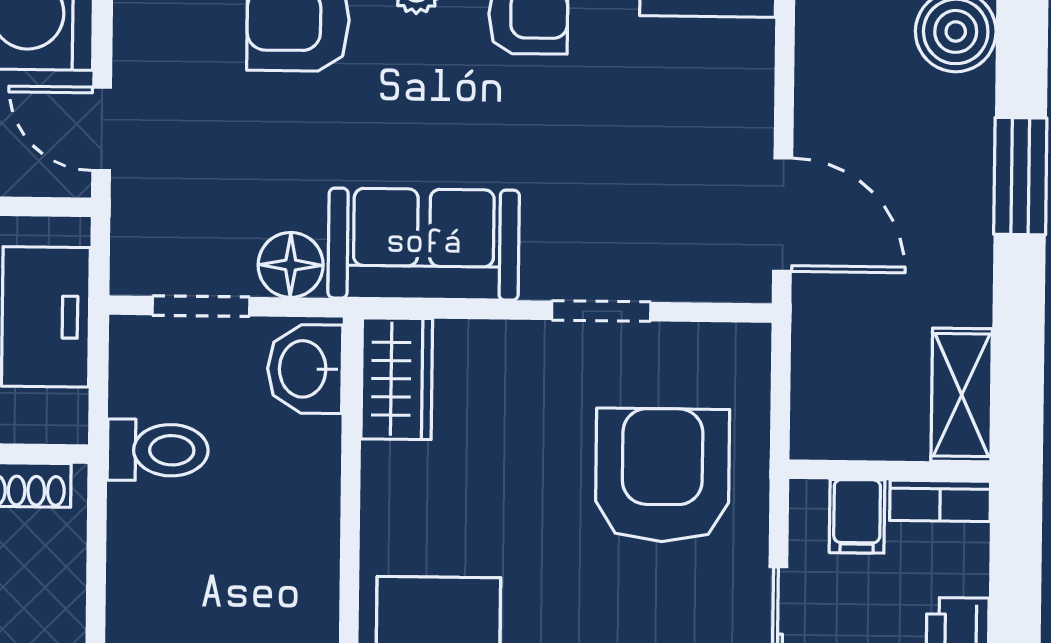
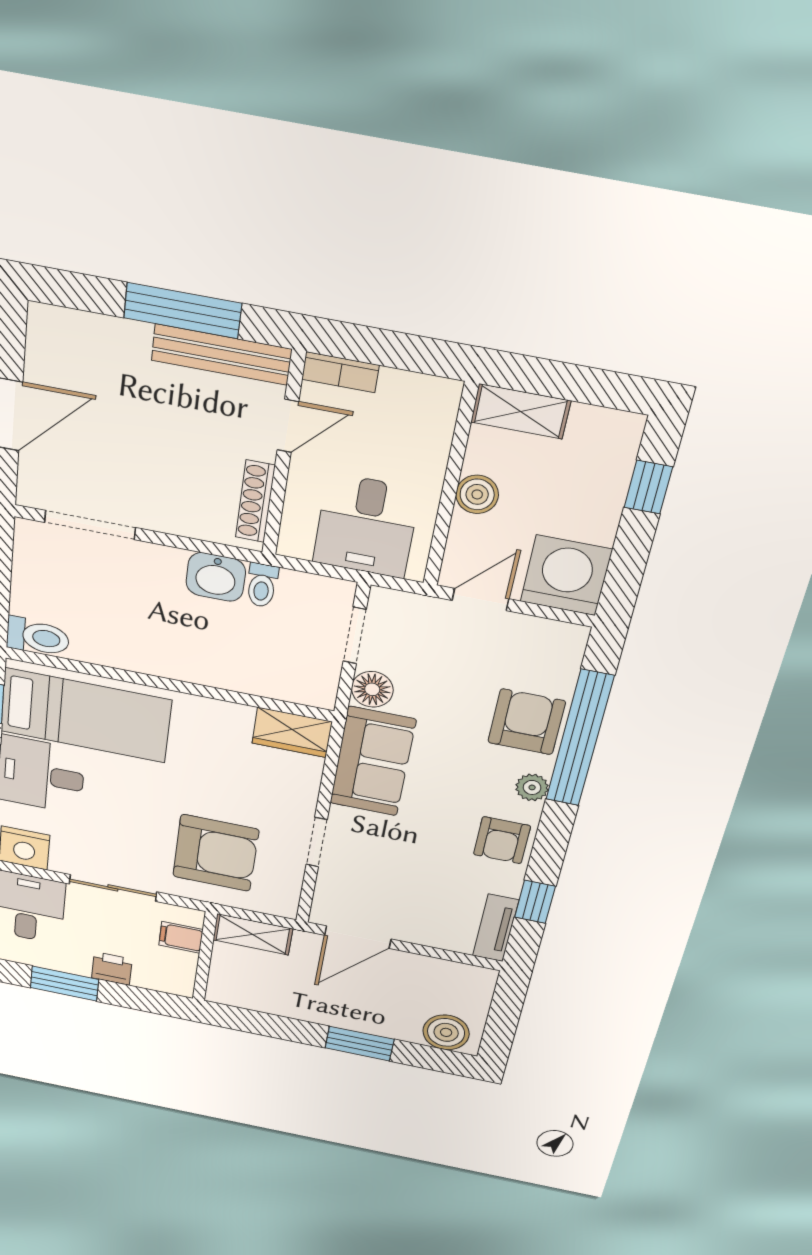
washbasin: (305, 369) -> (216, 577), moved, turned 180
shelving: (962, 395) -> (253, 934), moved
toilet: (158, 450) -> (262, 585), width x0.73, depth x0.72
bookcase: (940, 501) -> (185, 975), removed

